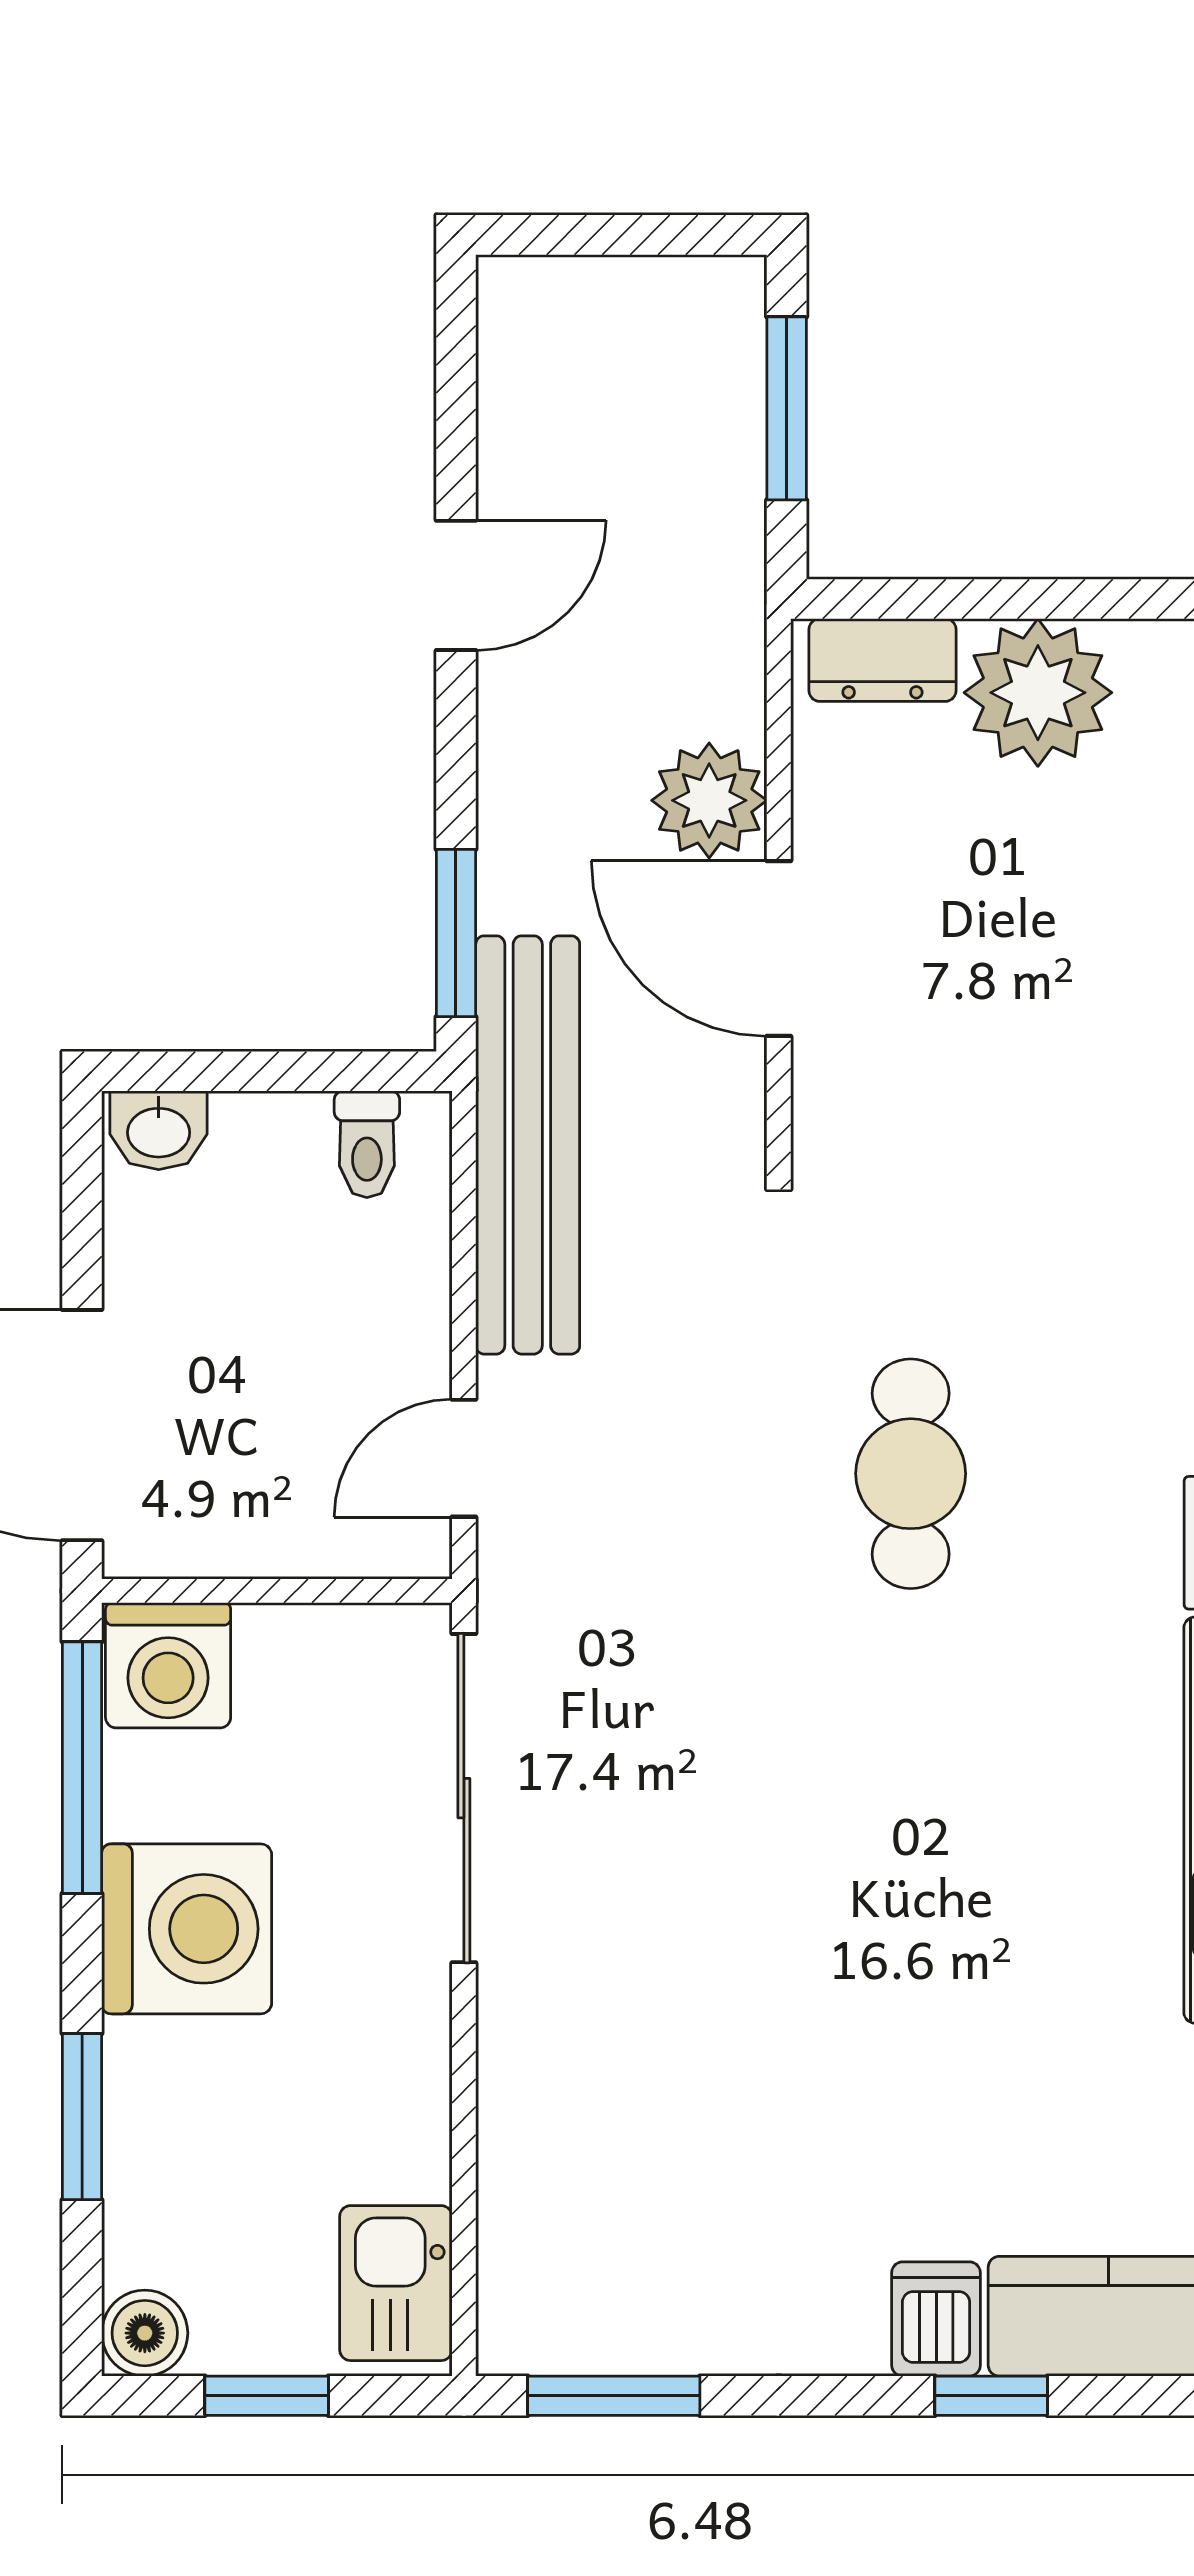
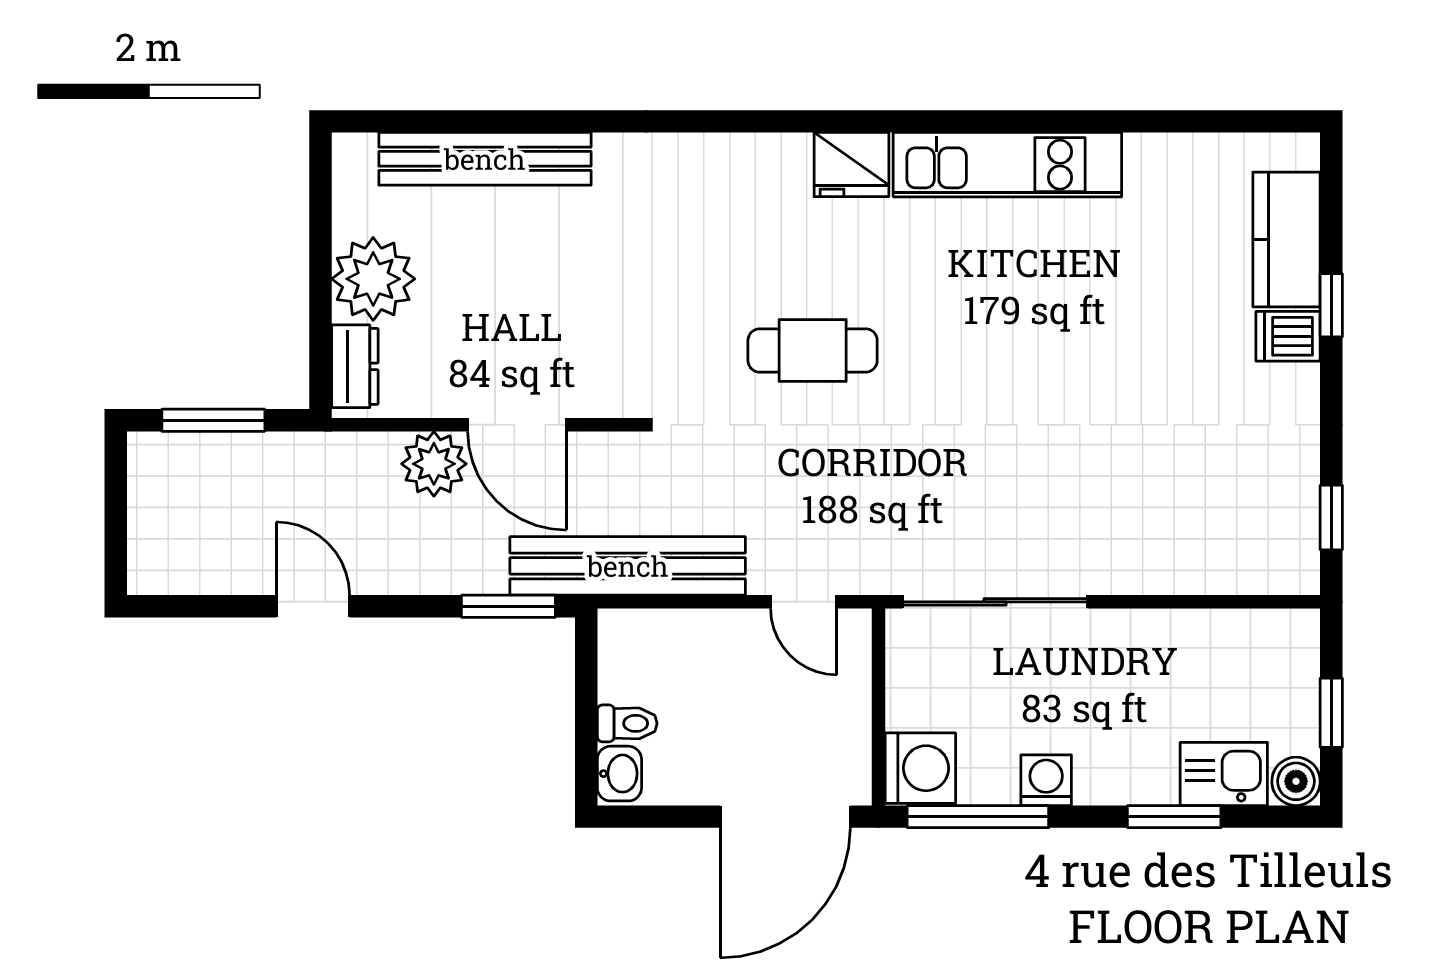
door: (779, 948) -> (517, 425), hinge flipped
toilet: (367, 1144) -> (627, 723), moved
washing machine: (187, 1929) -> (1046, 780), width x0.53, depth x0.53
kitchen sink: (396, 2283) -> (1224, 774), moved, turned 180
window: (614, 2396) -> (1331, 518), width x0.67

